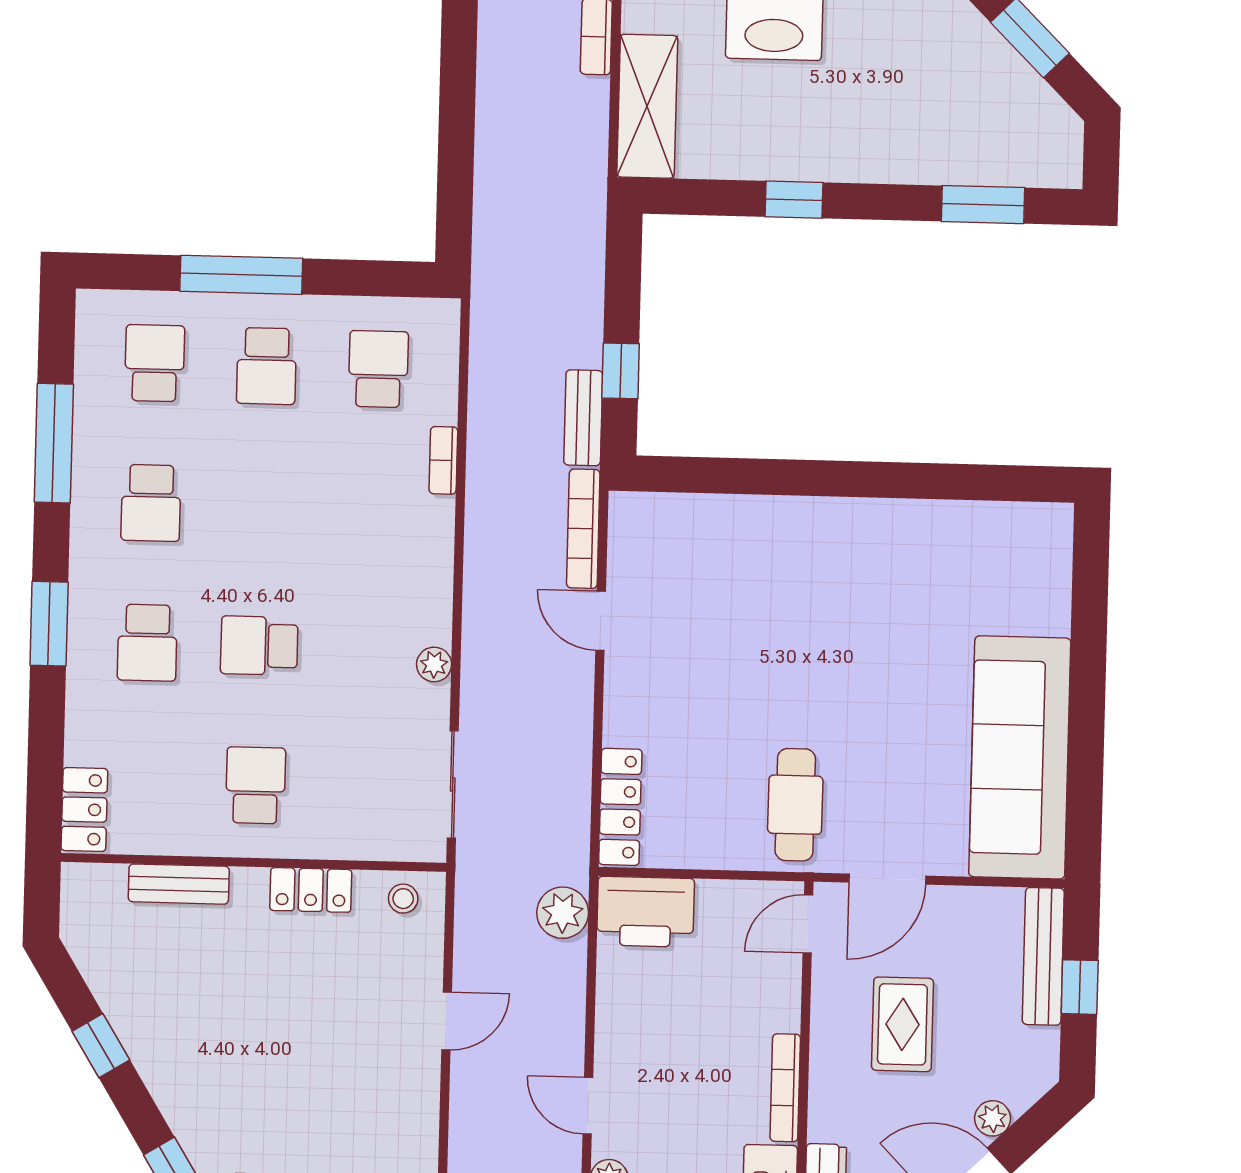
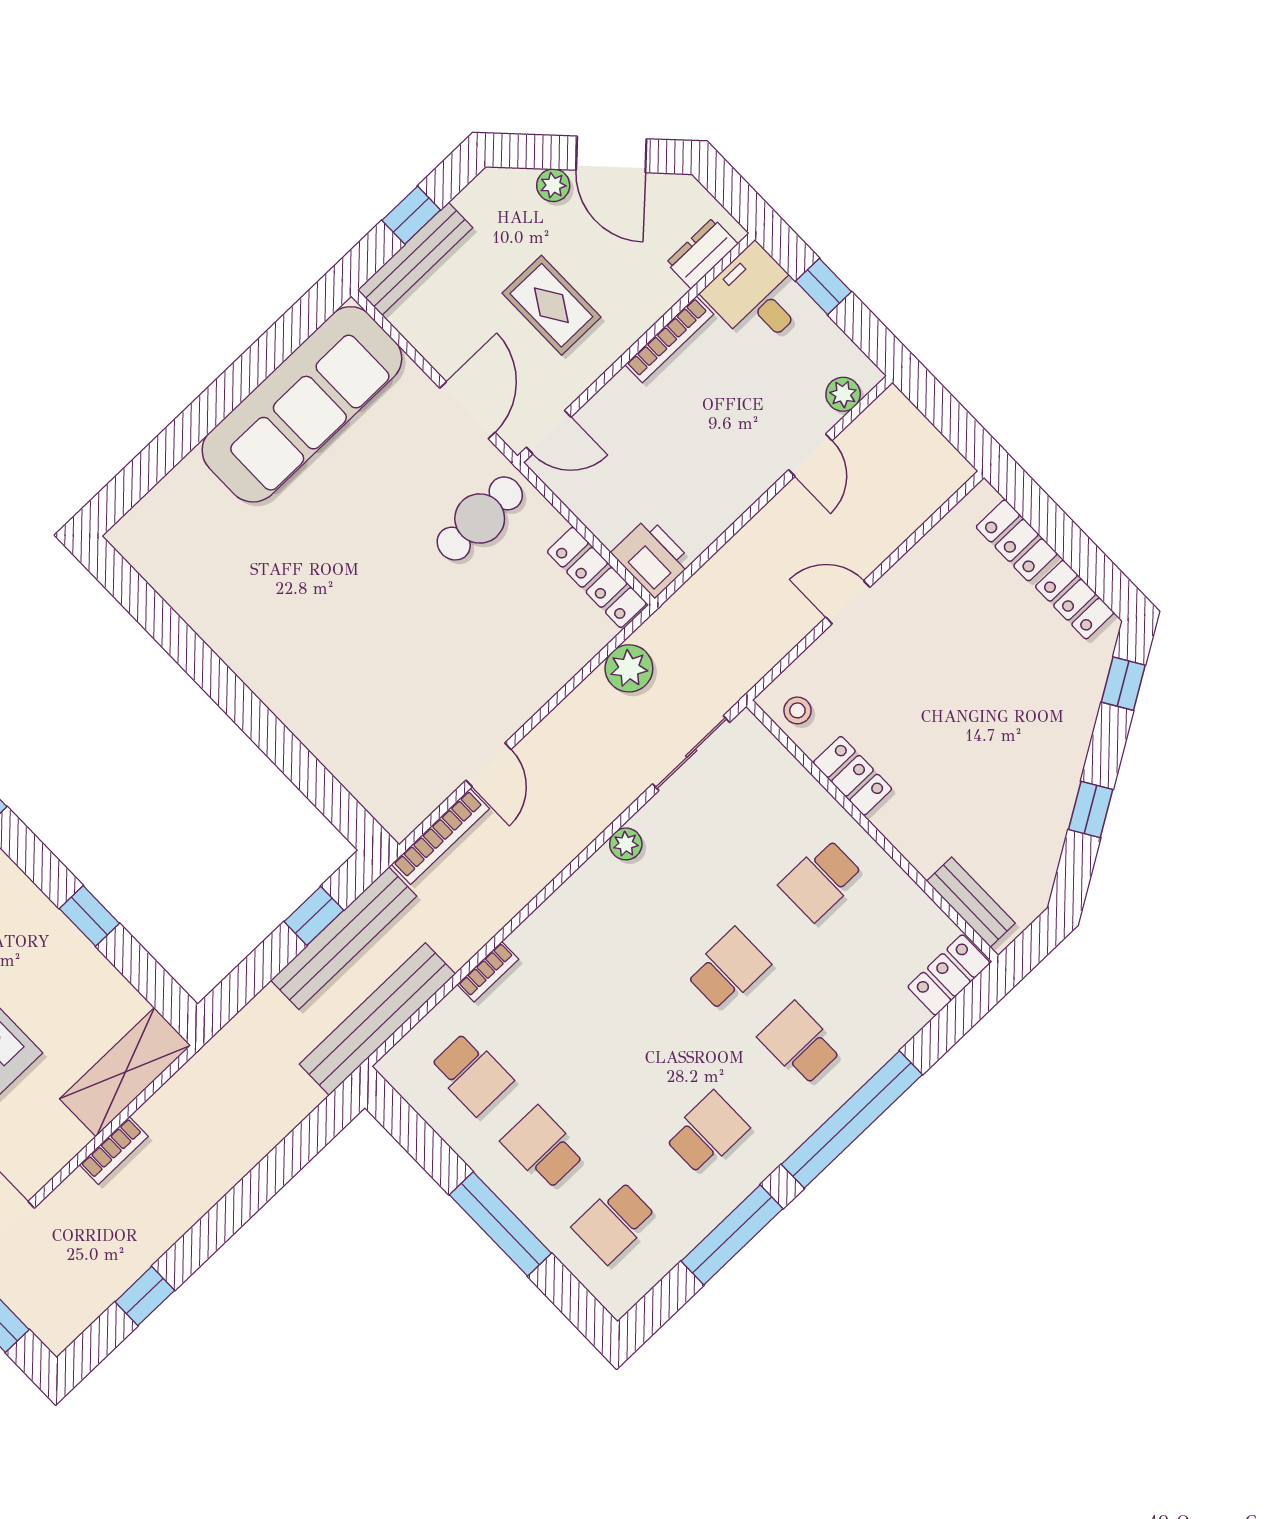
bench: (493, 340) -> (377, 1019), added
school desk: (267, 366) -> (543, 1148), turned -90
school desk: (378, 369) -> (471, 1074), turned -90
bench: (583, 418) -> (344, 938), width x1.86, depth x1.21
window: (49, 624) -> (852, 1120), width x2.11
school desk: (147, 643) -> (800, 1044), turned -90
school desk: (259, 646) -> (728, 969), turned -90
locker: (620, 807) -> (597, 577), moved, turned -90
door: (887, 879) -> (467, 410), hinge flipped
bench: (179, 884) -> (971, 902), moved
printer: (646, 912) -> (652, 557), width x0.73, depth x0.84
plant: (563, 913) -> (629, 668), moved
rug: (902, 1024) -> (551, 305), turned 90

